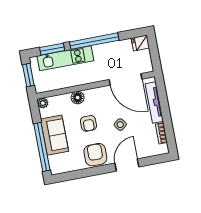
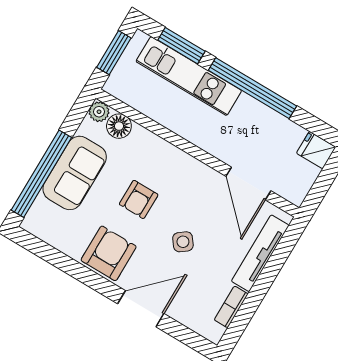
door: (126, 79) -> (248, 183), width x0.73
floor lamp: (78, 98) -> (119, 126), moved

